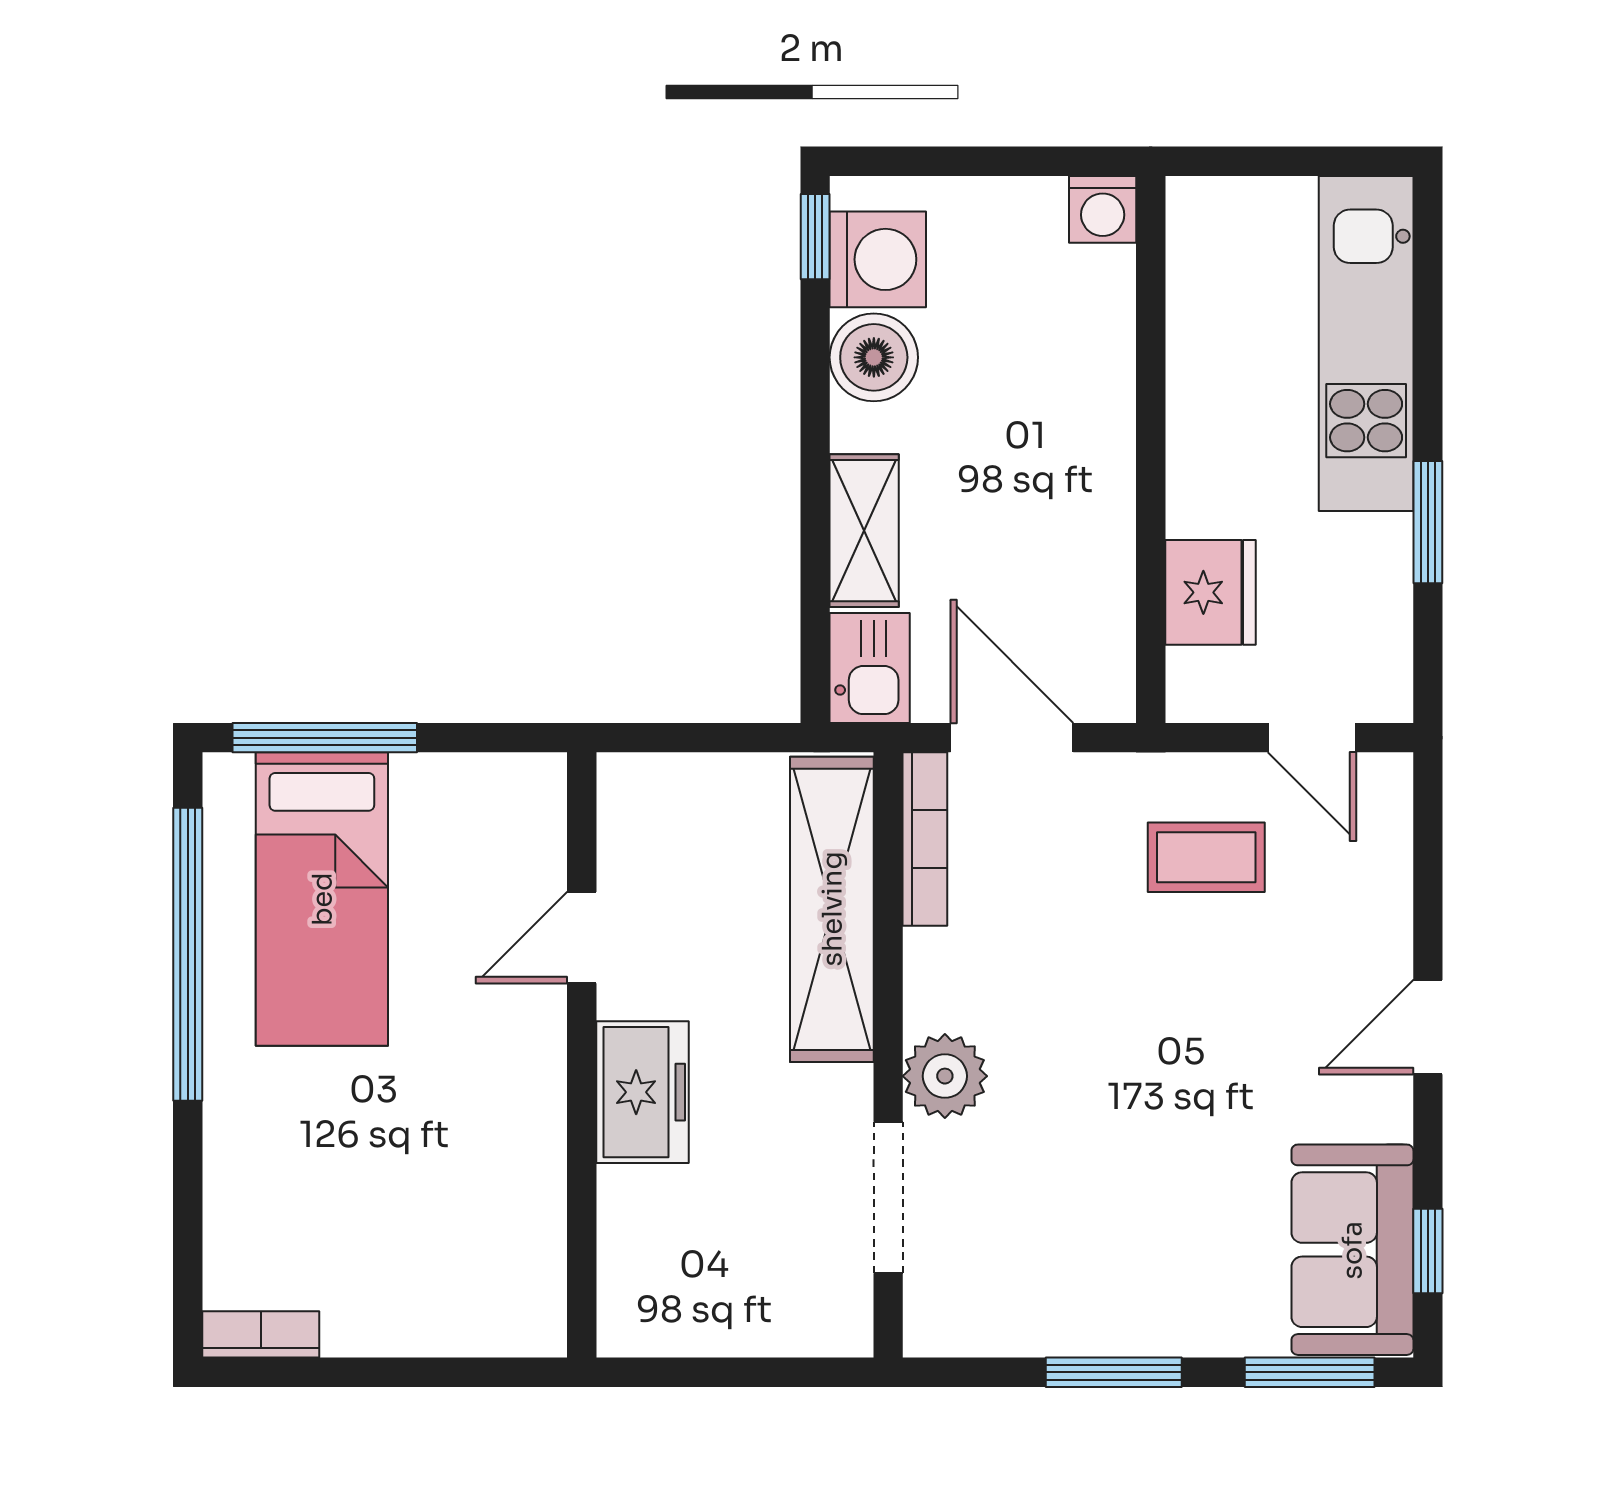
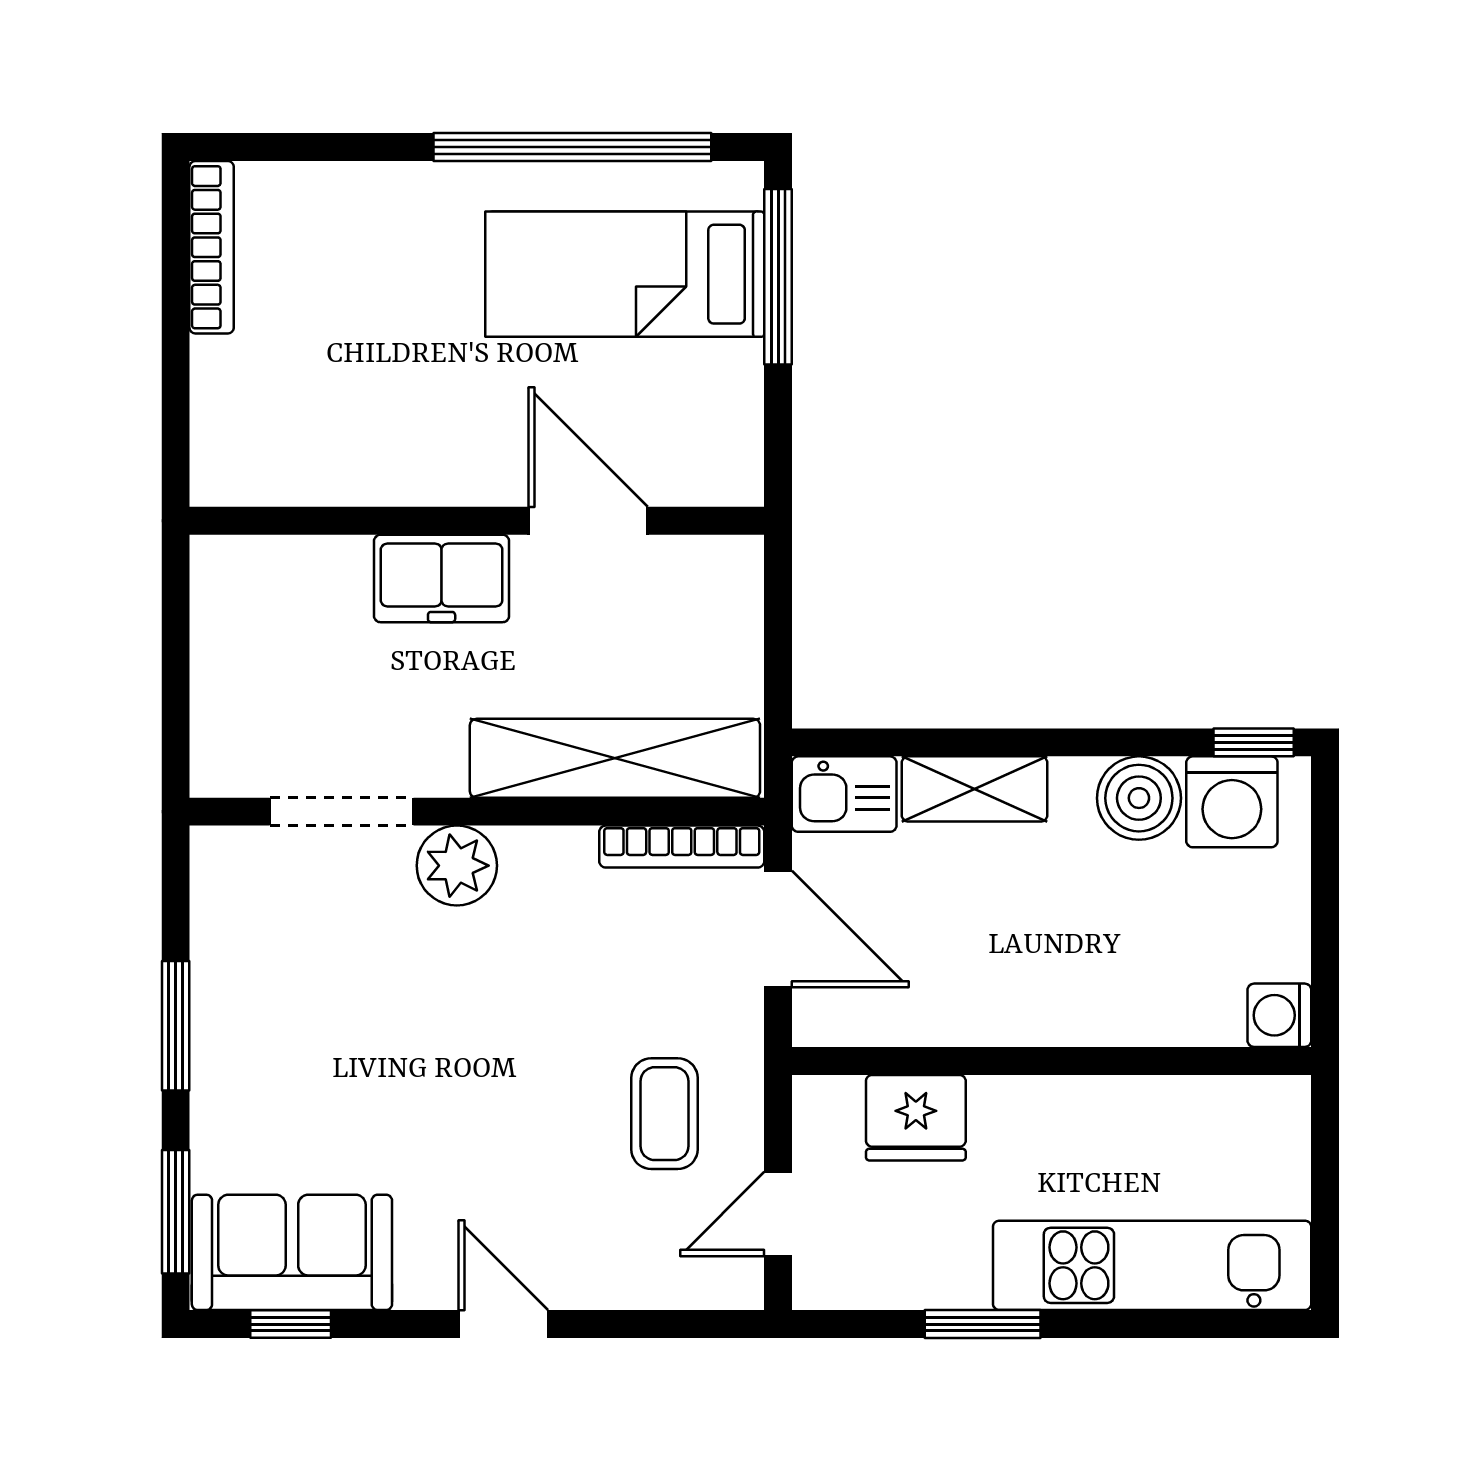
door: (1012, 738) -> (778, 929), hinge flipped
door: (582, 938) -> (588, 521), width x1.38
bookcase: (261, 1334) -> (212, 247), width x1.56

